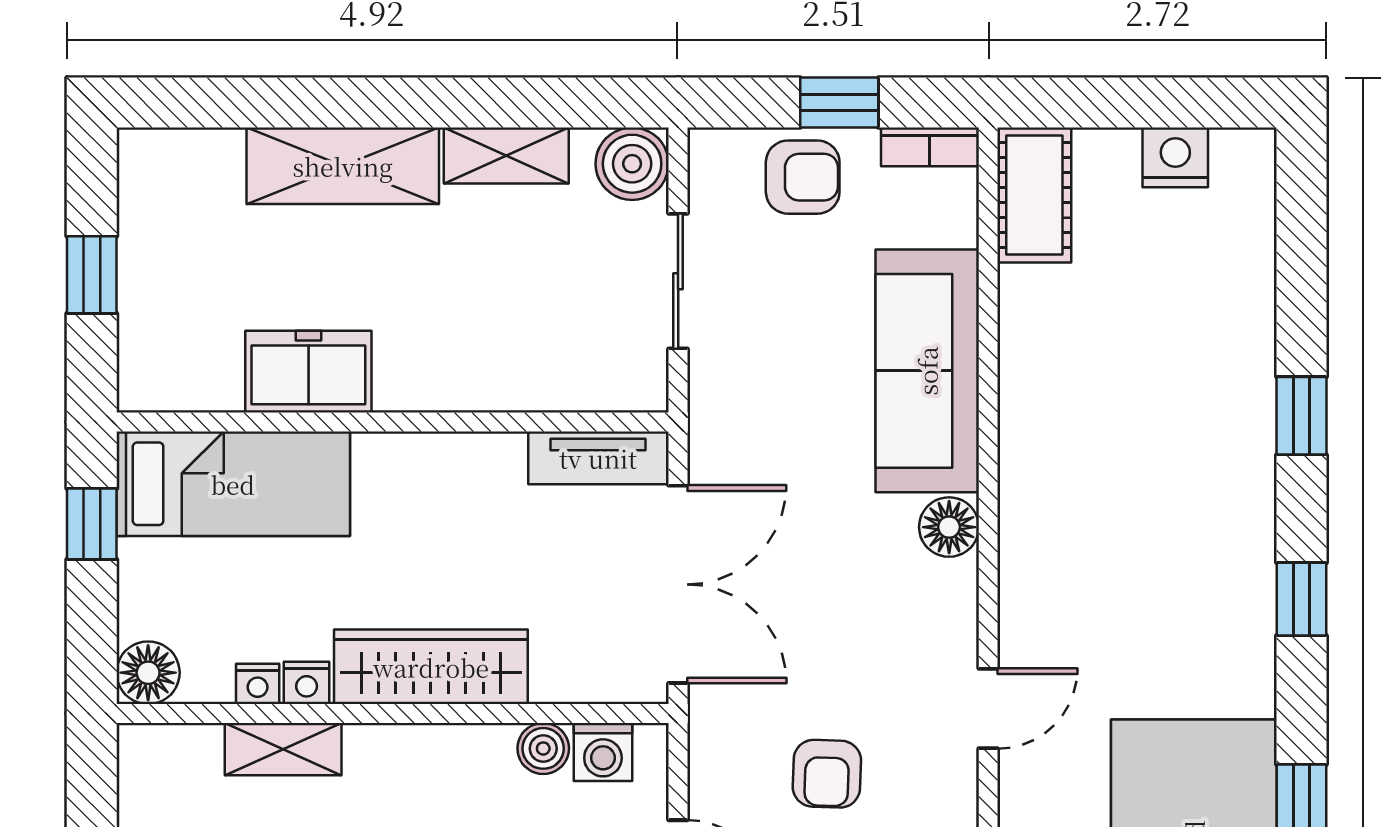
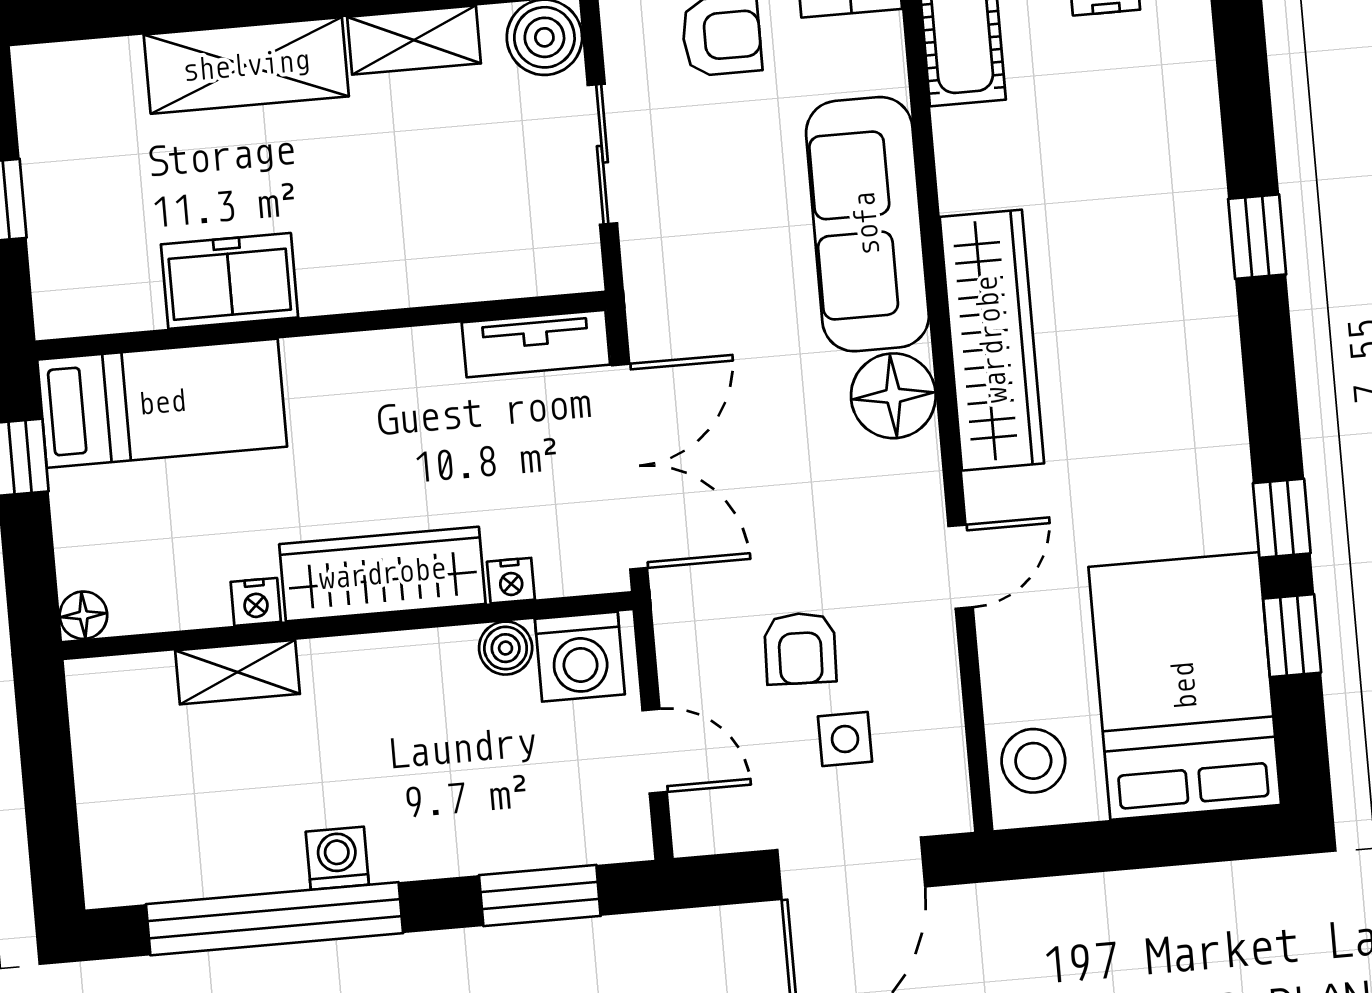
wardrobe: (1037, 493) -> (992, 340), added
floor lamp: (949, 527) -> (893, 396), width x1.38, depth x1.38
window: (1301, 599) -> (1282, 518), moved
floor lamp: (148, 673) -> (83, 615), width x0.73, depth x0.73
nightstand: (258, 684) -> (511, 581), moved
washing machine: (603, 752) -> (580, 657), width x1.38, depth x1.38

